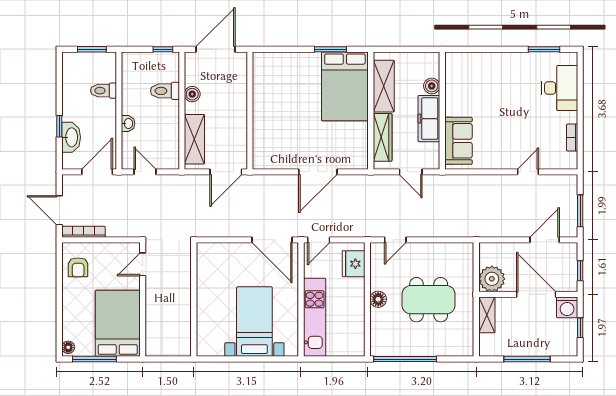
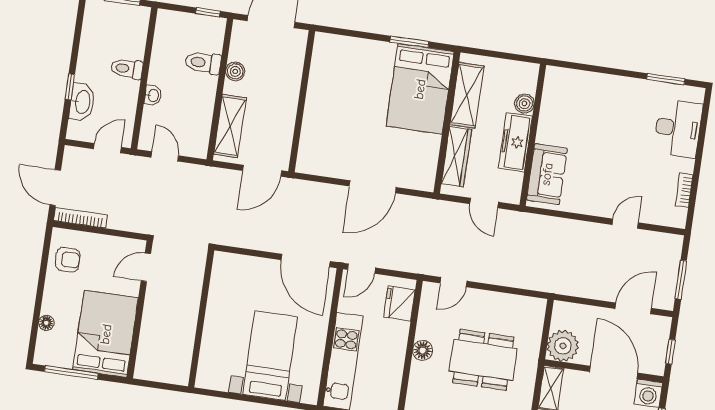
toilet: (103, 91) -> (127, 69), moved
door: (97, 172) -> (107, 148), width x0.73
armchair: (78, 267) -> (68, 260), turned -90
floor lamp: (68, 347) -> (46, 323), moved

